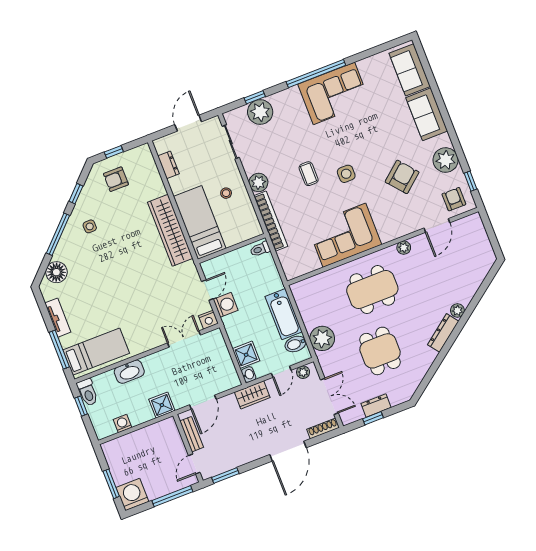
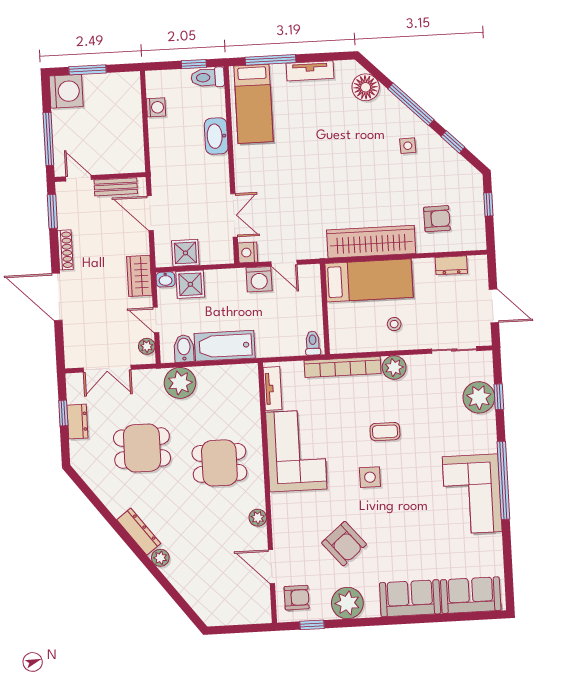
armchair: (116, 179) -> (437, 219), moved, turned 89
tv unit: (304, 268) -> (273, 389), added
dining table: (372, 290) -> (219, 463), width x0.73
shower: (162, 405) -> (185, 253), moved
shoe rack: (323, 428) -> (65, 250), moved

